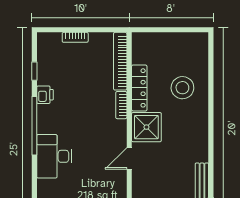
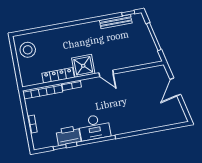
stool: (182, 88) -> (28, 50), moved
printer: (45, 95) -> (68, 136), width x1.87, depth x1.48
desk: (54, 156) -> (94, 127), moved

